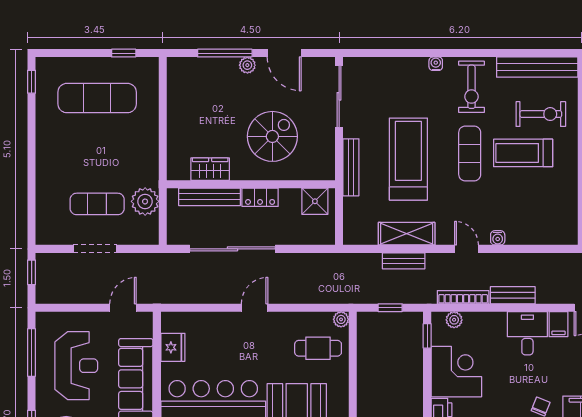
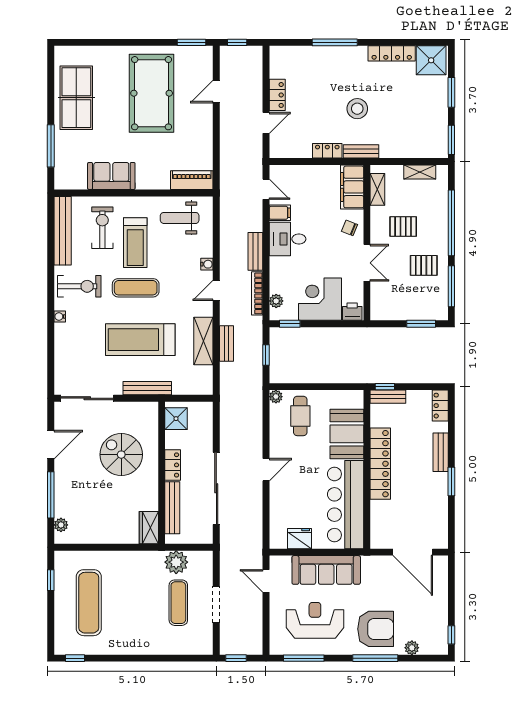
plant: (247, 65) -> (61, 525), moved
wardrobe: (210, 169) -> (149, 528), moved
weight bench: (552, 206) -> (180, 218), added
door: (255, 308) -> (266, 470), swing flipped

